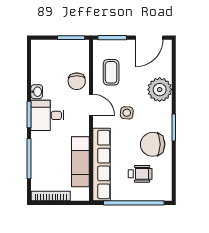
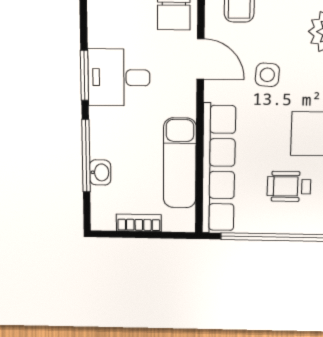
washbasin: (37, 92) -> (100, 172), moved
wheelchair: (140, 174) -> (289, 186), turned 180
bookcase: (51, 196) -> (139, 223), width x0.64

